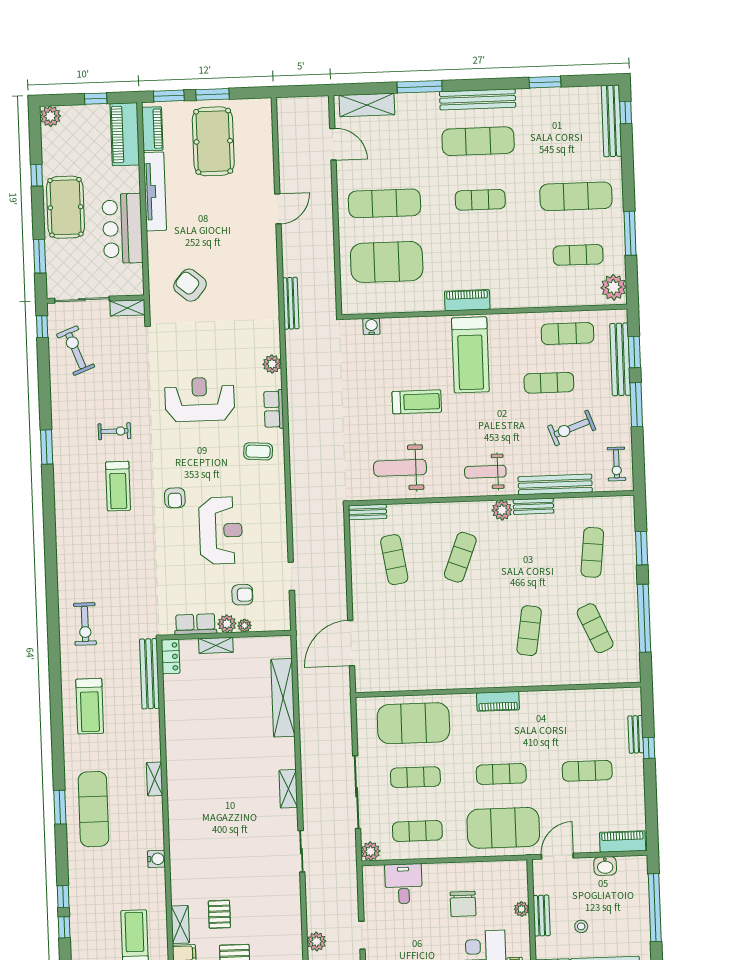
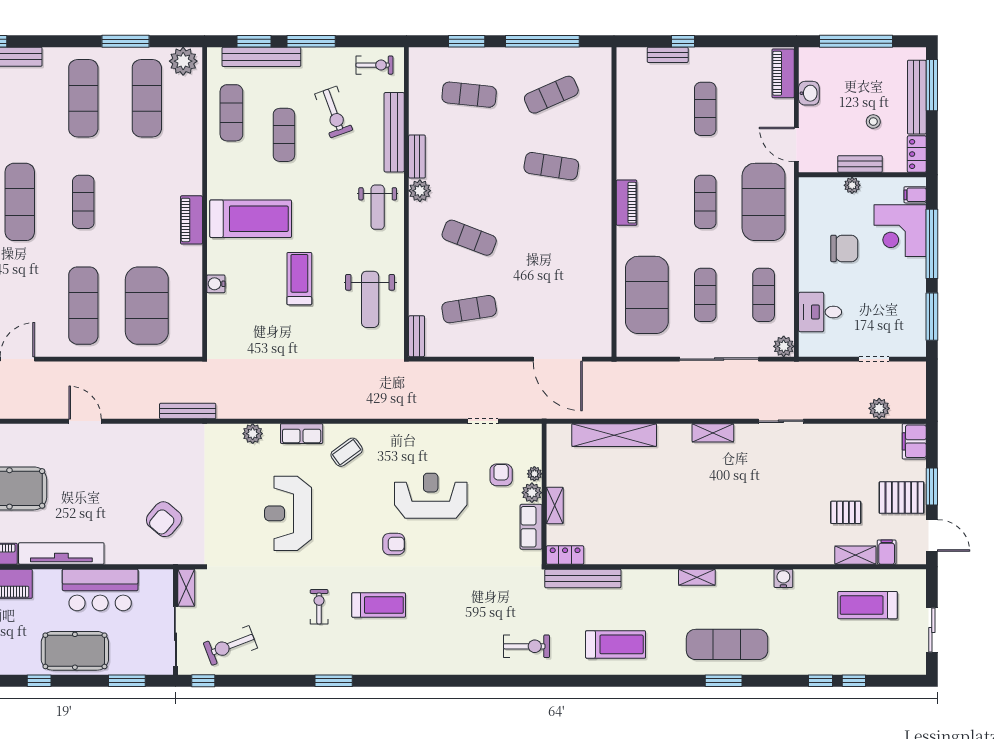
exercise mat: (578, 255) -> (147, 98), width x1.36, depth x1.45
water cooler: (371, 326) -> (216, 284), moved
coffee table: (258, 451) -> (347, 452), turned 50

